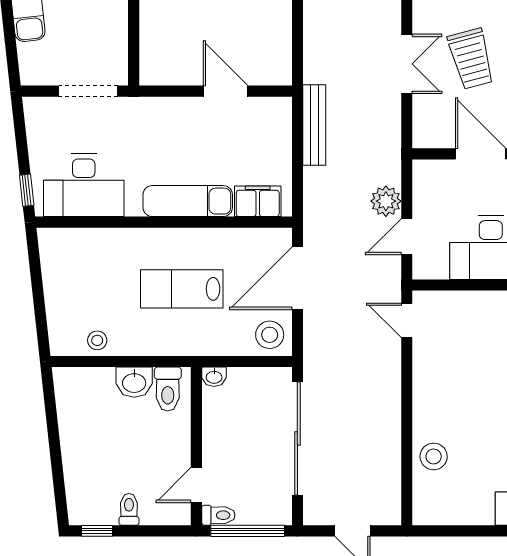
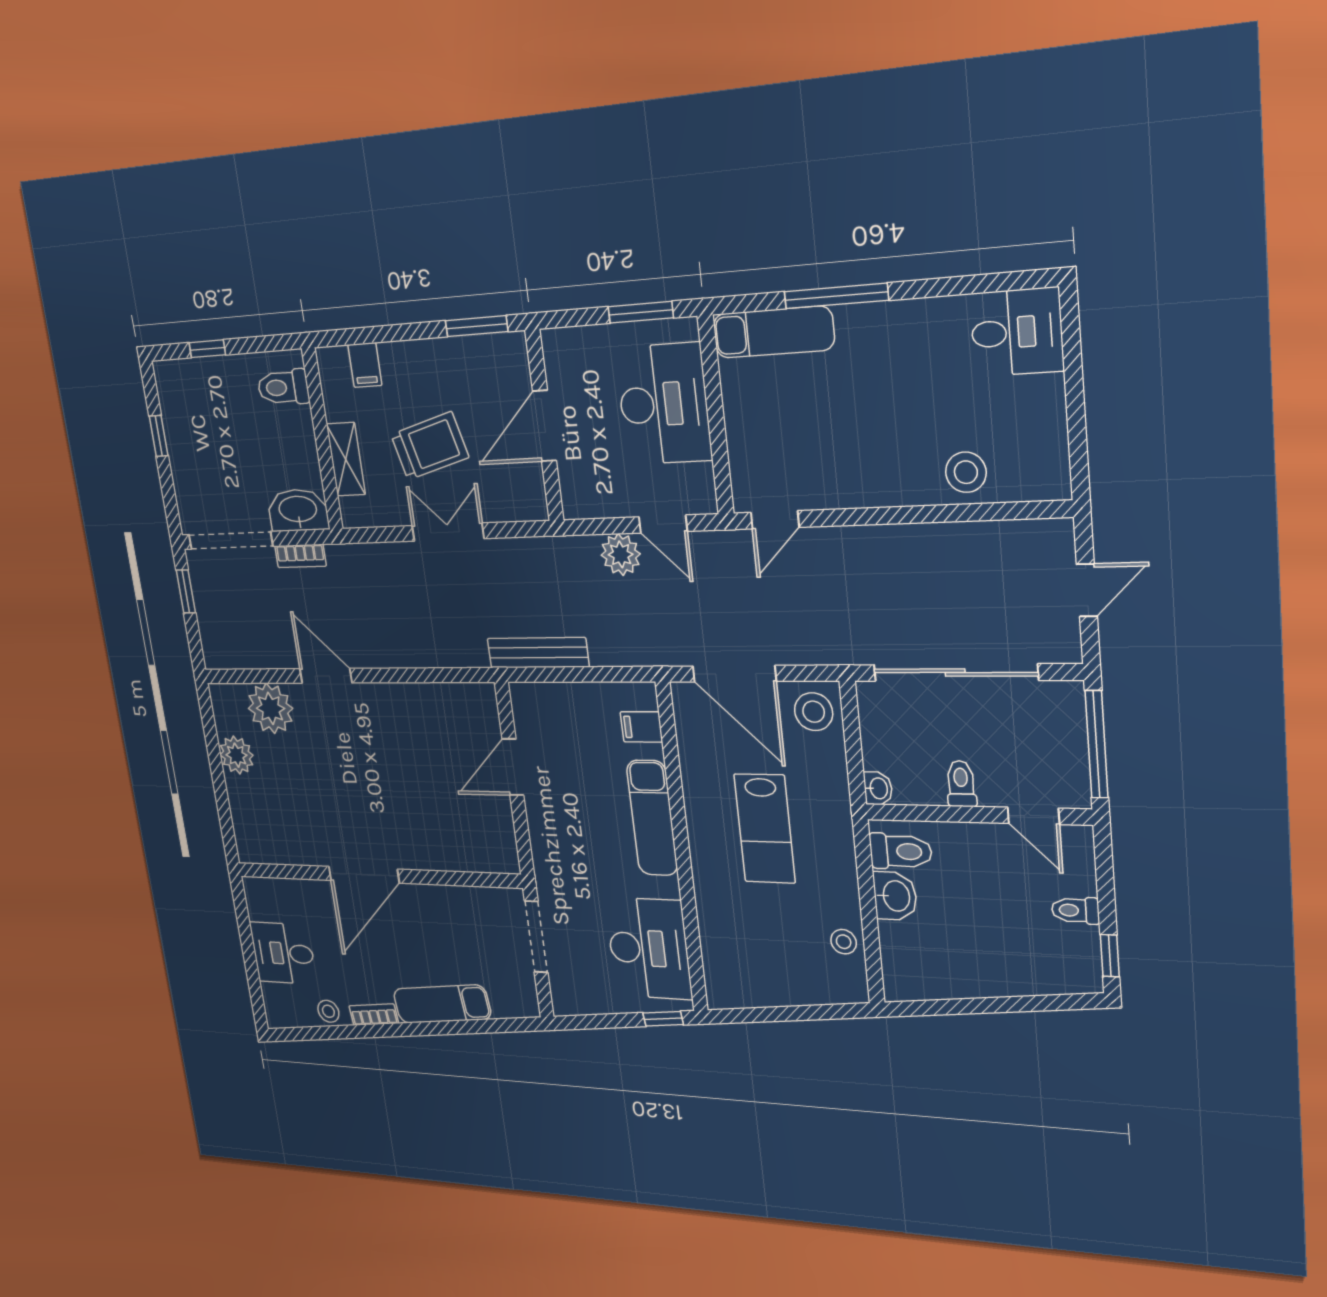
filing cabinet: (258, 201) -> (641, 727), width x0.50
toilet: (218, 515) -> (961, 784), moved

